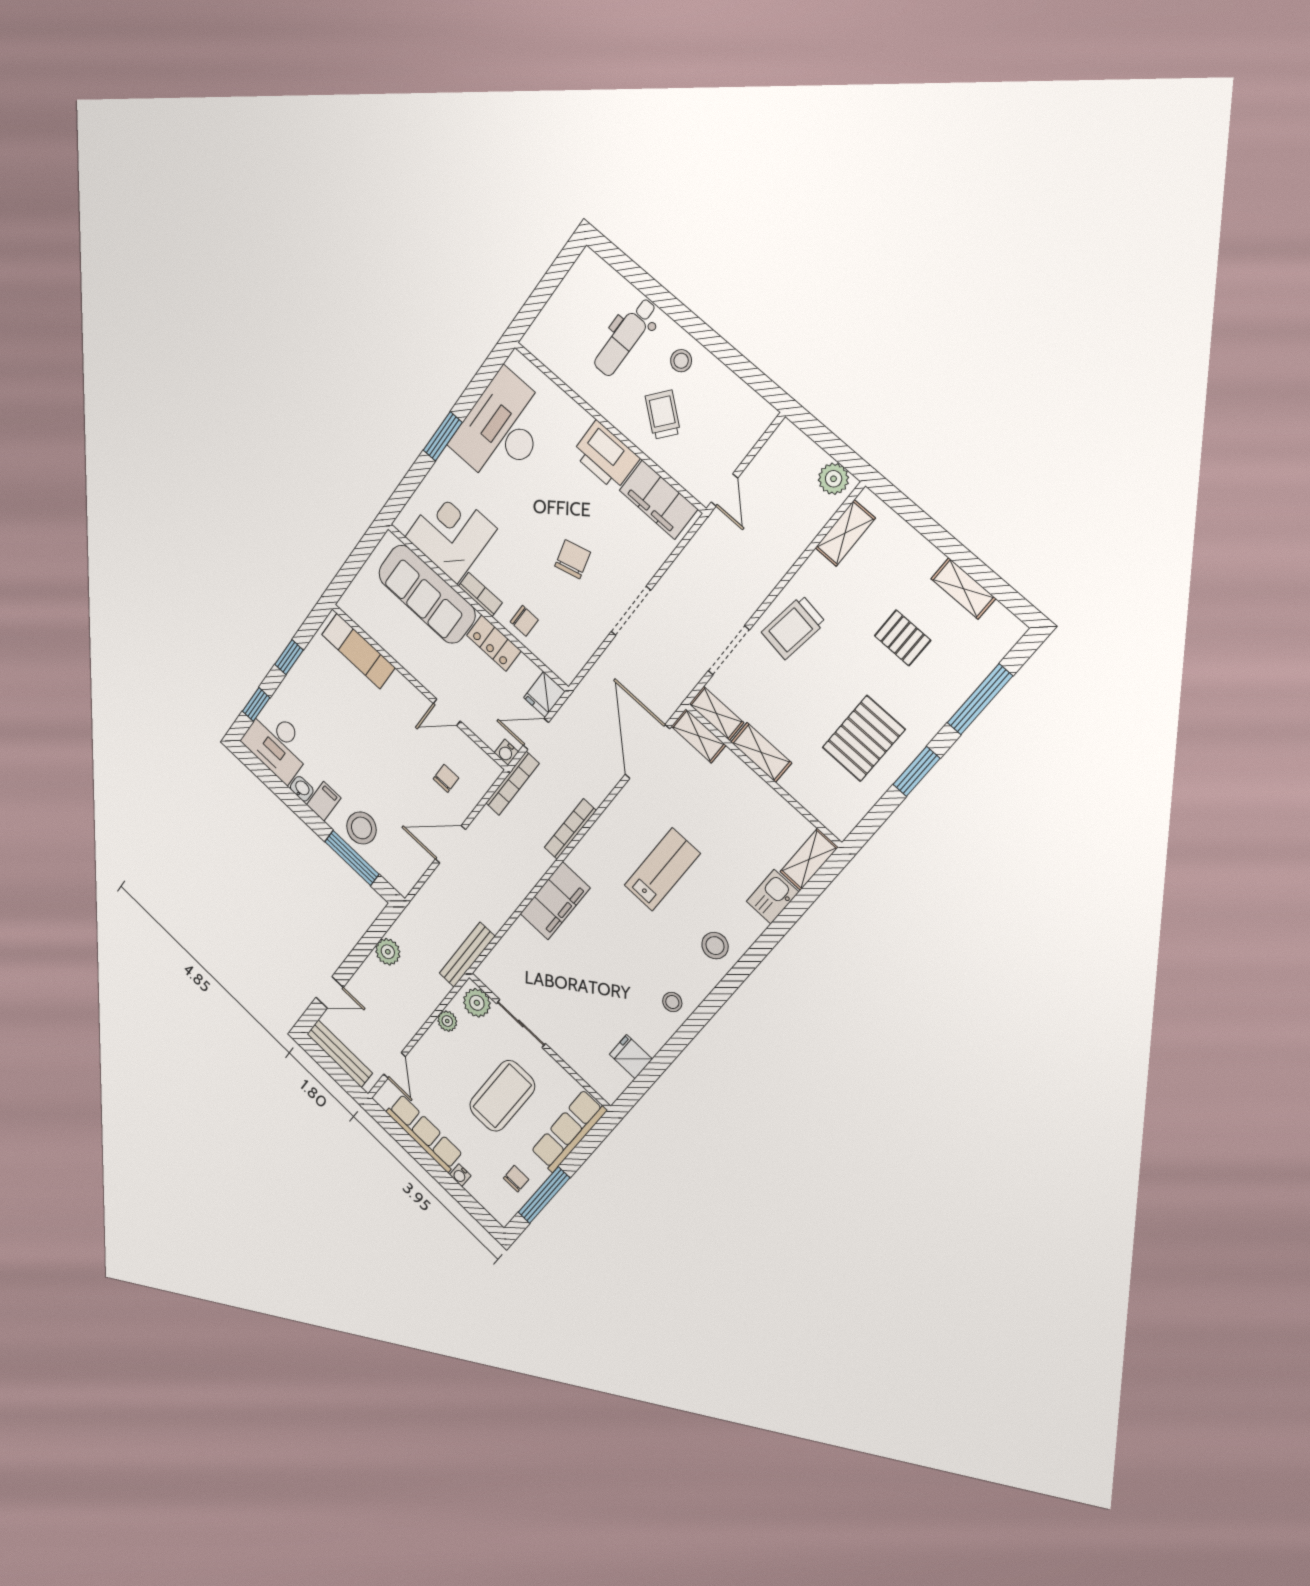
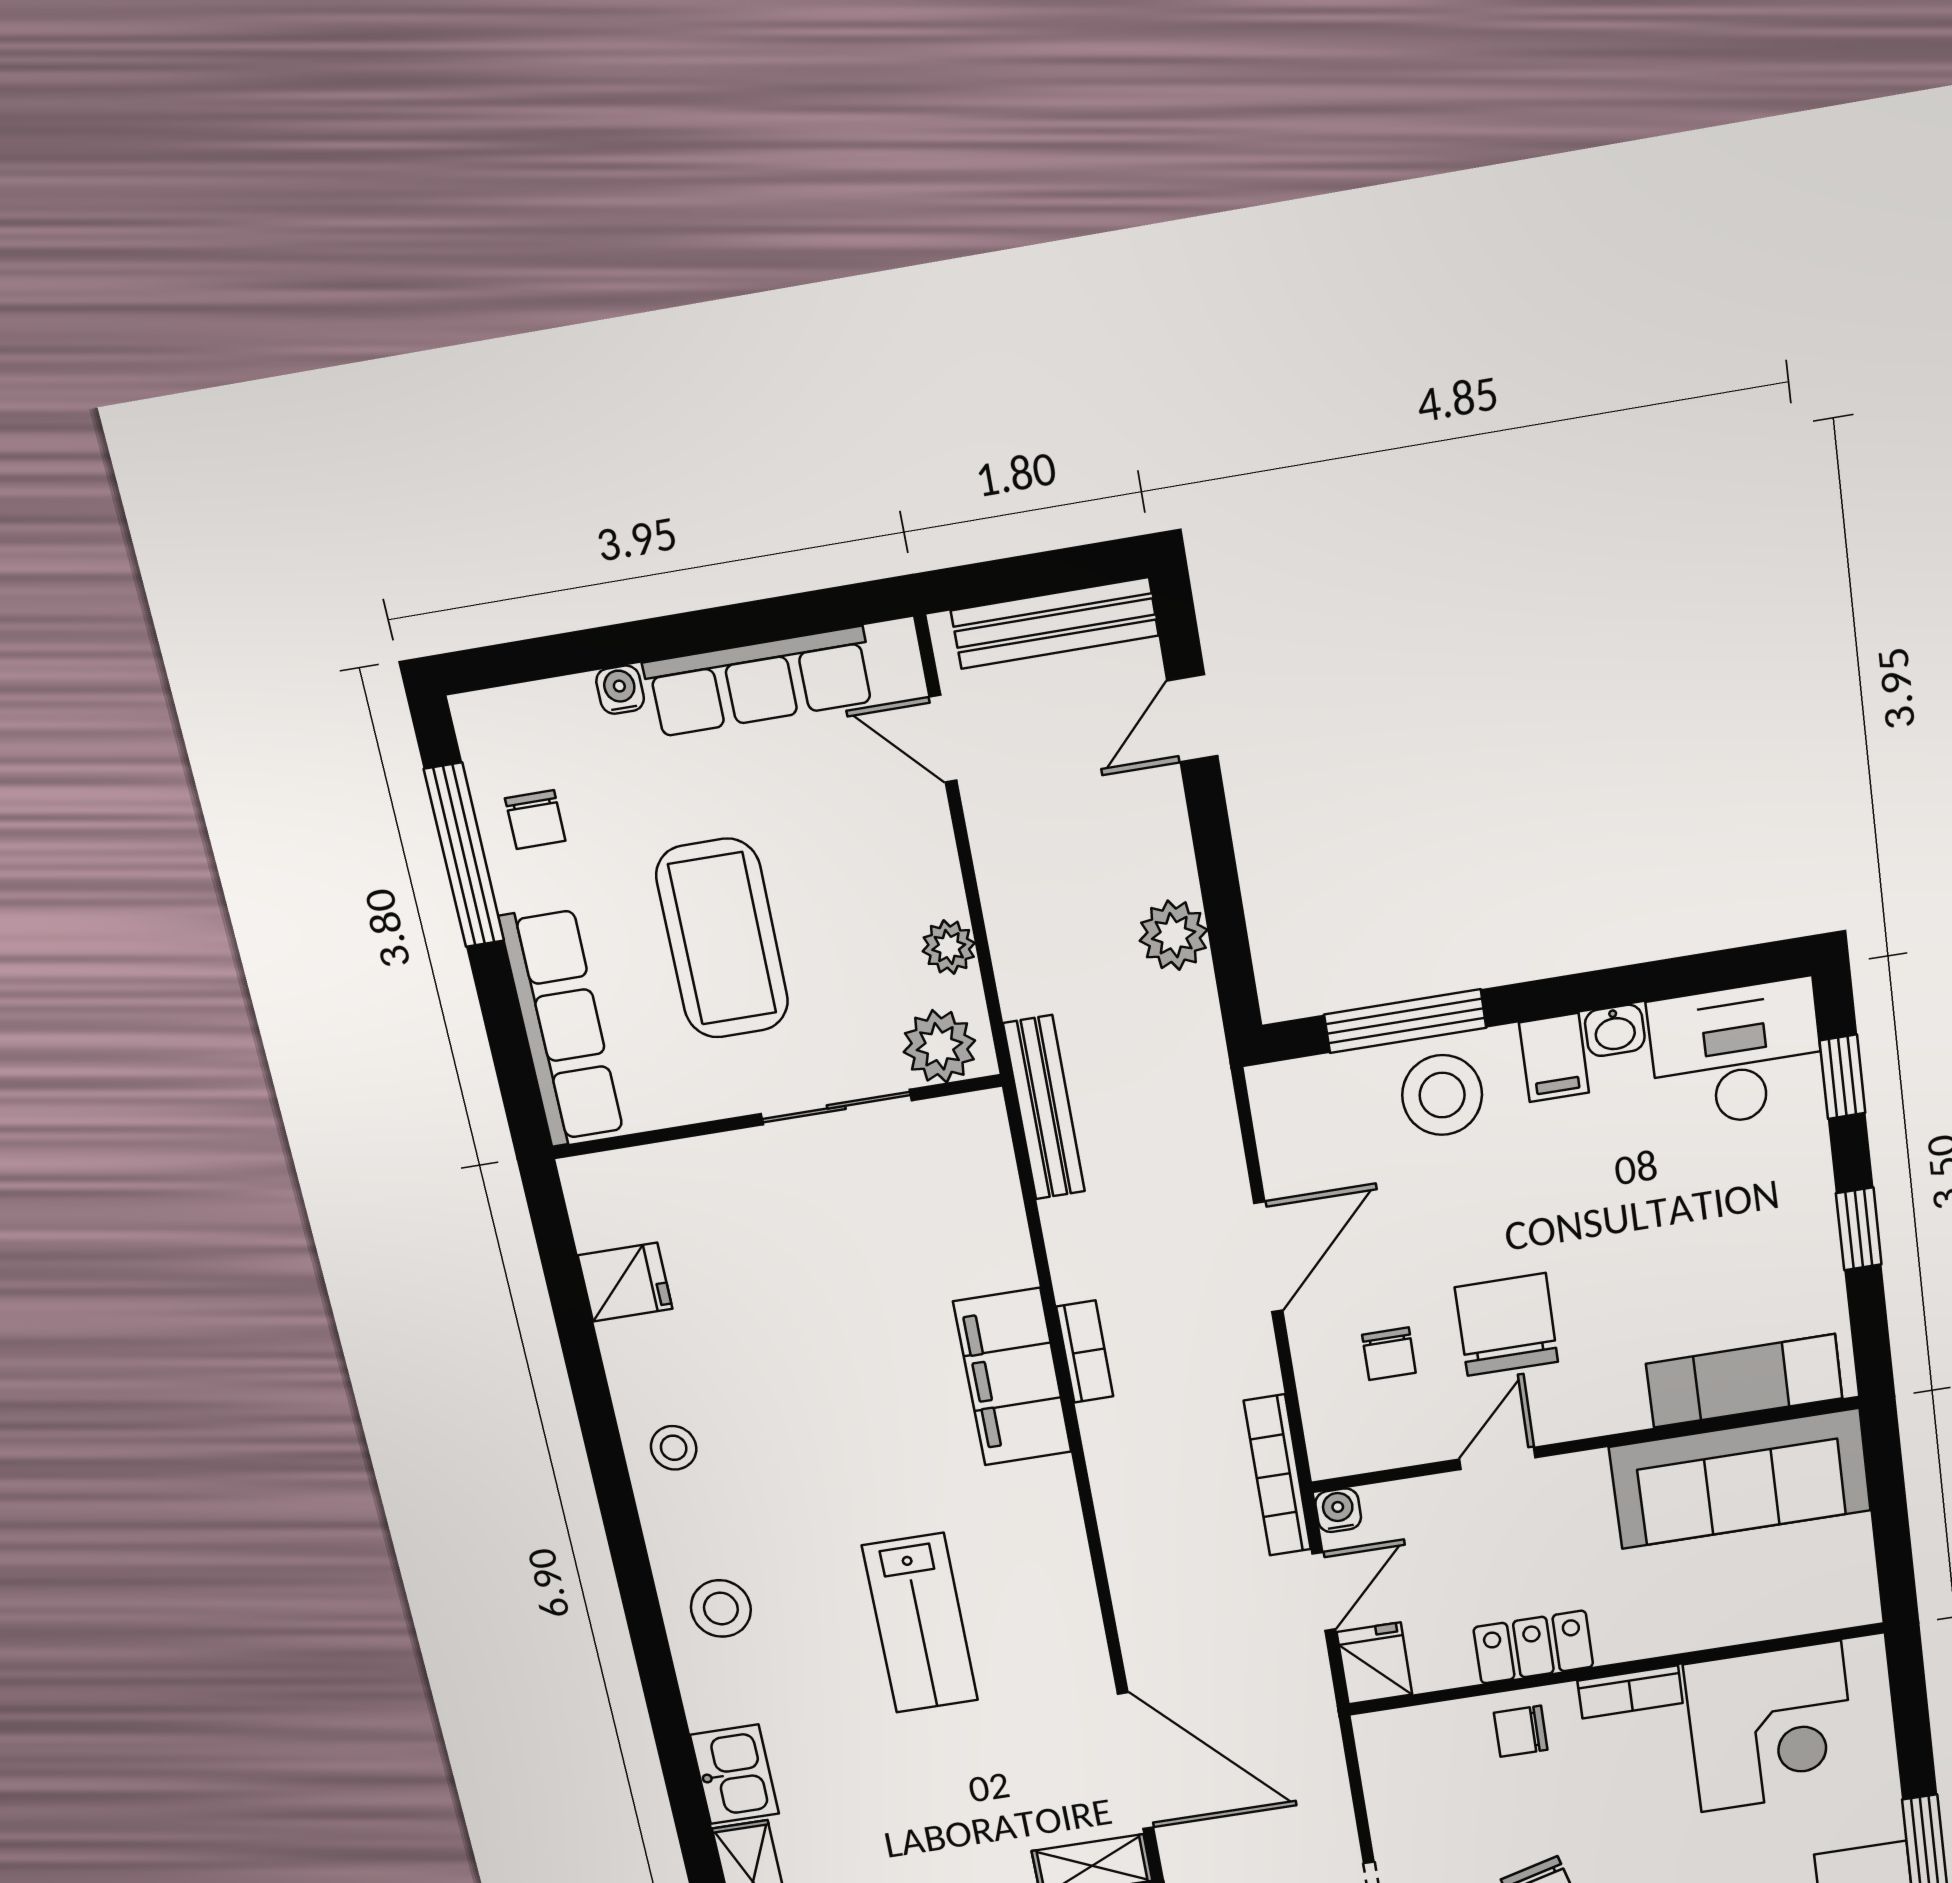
sofa: (427, 594) -> (1740, 1479), moved, turned 180
chair: (406, 747) -> (1506, 1325), added
bookcase: (570, 829) -> (1085, 1352), moved, width x0.64

